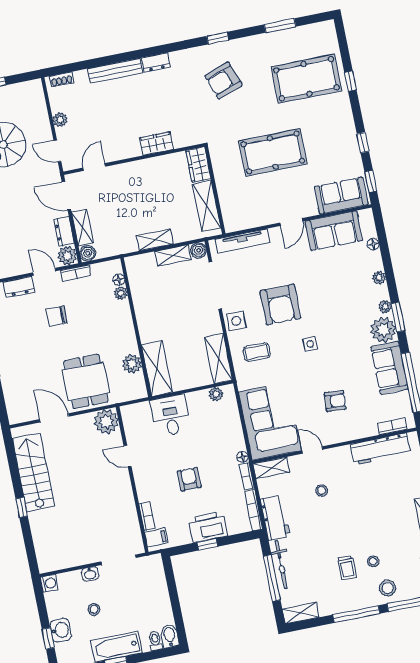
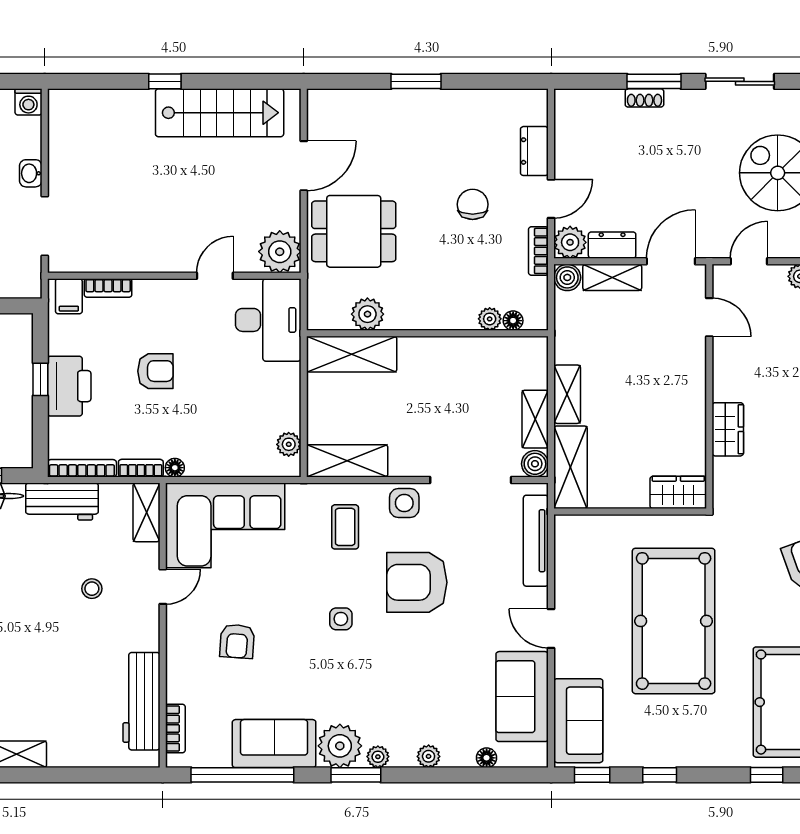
pool table: (273, 152) -> (674, 621), width x1.36, depth x1.32
shelving: (207, 206) -> (571, 467), moved, turned 90
desk: (170, 416) -> (268, 320), moved, width x1.37

